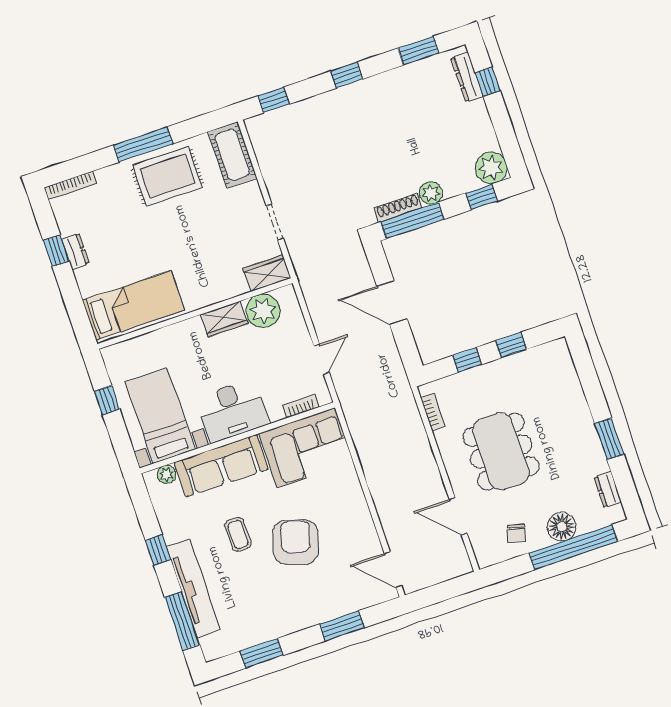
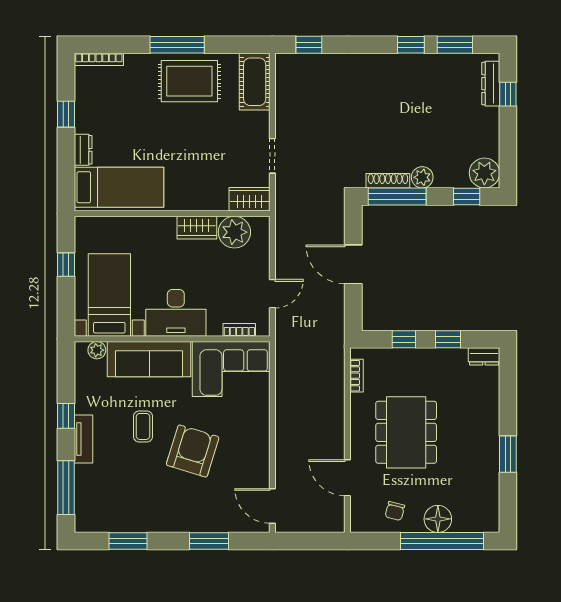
window: (347, 75) -> (411, 45), moved
dresser: (75, 251) -> (83, 150), moved
dresser: (608, 489) -> (484, 356), moved, turned -90
tv unit: (193, 588) -> (84, 439), width x0.52, depth x0.78

